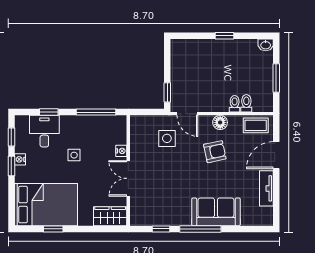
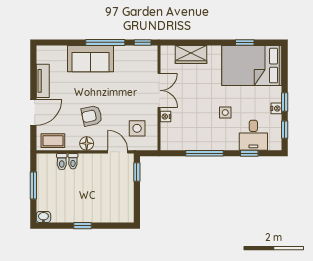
nightstand: (121, 151) -> (166, 117), moved
wall: (128, 171) -> (159, 98), moved
double door: (128, 178) -> (159, 90), moved

